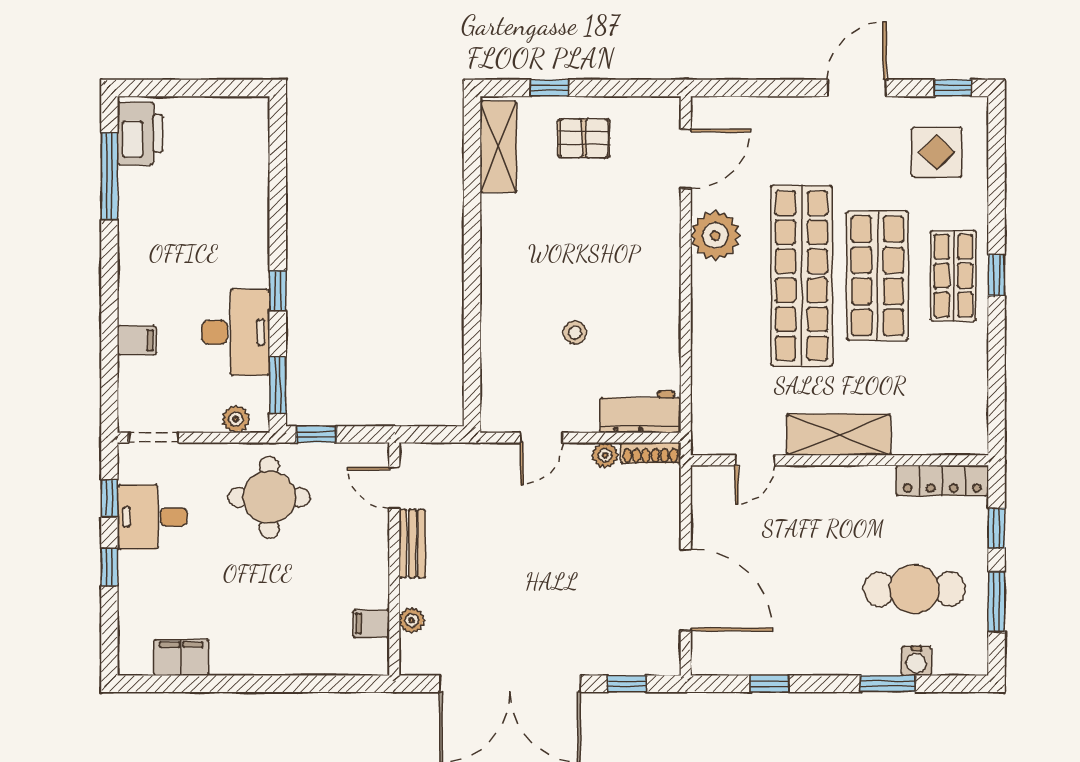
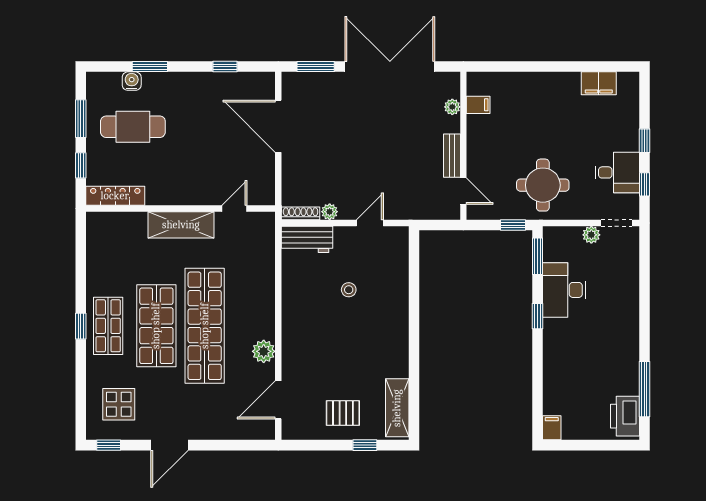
plant: (715, 235) -> (264, 351), width x0.73, depth x0.73
filing cabinet: (137, 340) -> (552, 428), moved, turned 90
plant: (236, 419) -> (591, 235), moved
window: (627, 684) -> (316, 67), width x1.50

